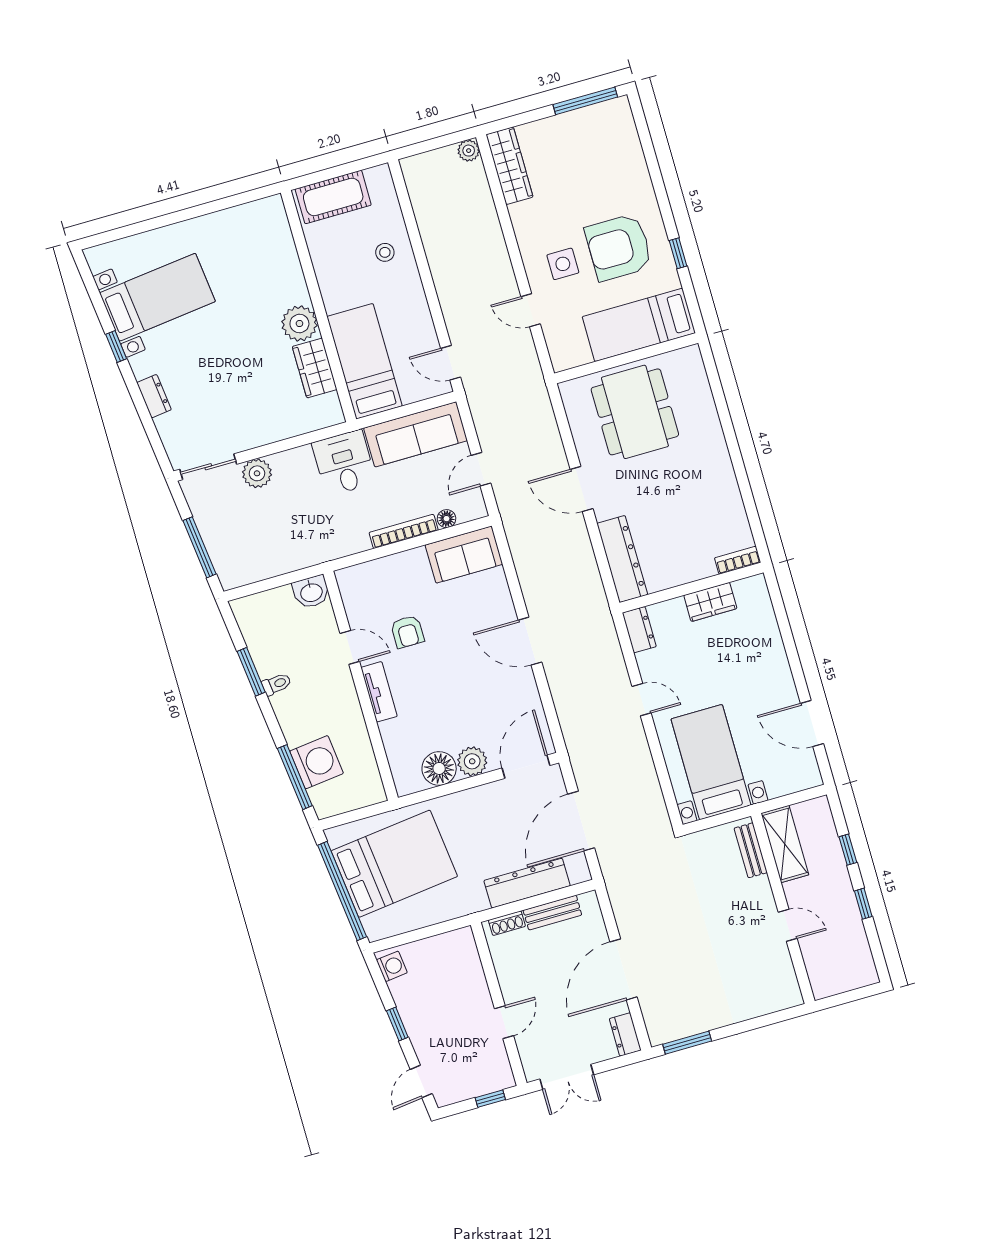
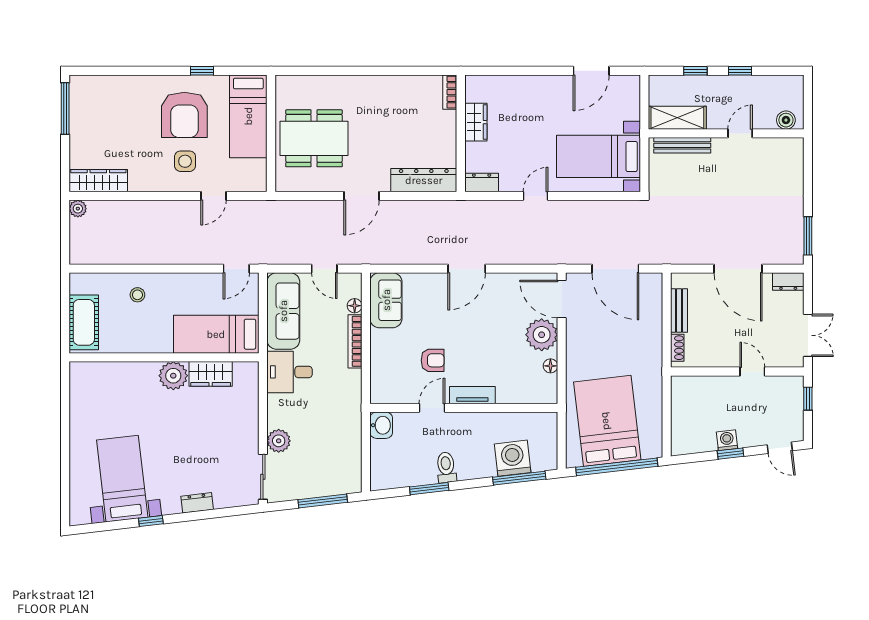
toilet: (277, 684) -> (446, 467), width x1.37, depth x1.39
plant: (472, 761) -> (542, 335), width x1.36, depth x1.36
floor lamp: (439, 768) -> (550, 366), width x0.53, depth x0.53
bench: (751, 850) -> (682, 145), width x1.36
dresser: (527, 883) -> (651, 324), removed
washing machine: (392, 966) -> (727, 440), moved
boiler: (820, 976) -> (786, 120), added

